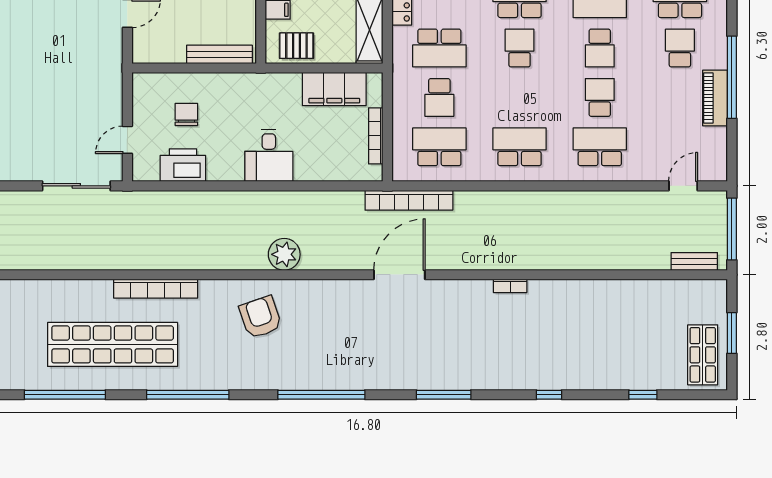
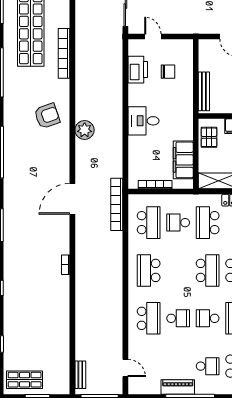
school desk: (520, 48) -> (208, 270), width x1.85
school desk: (520, 147) -> (149, 270), turned 180
door: (399, 275) -> (72, 199), swing flipped

